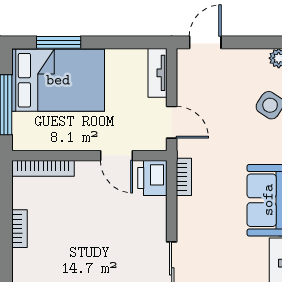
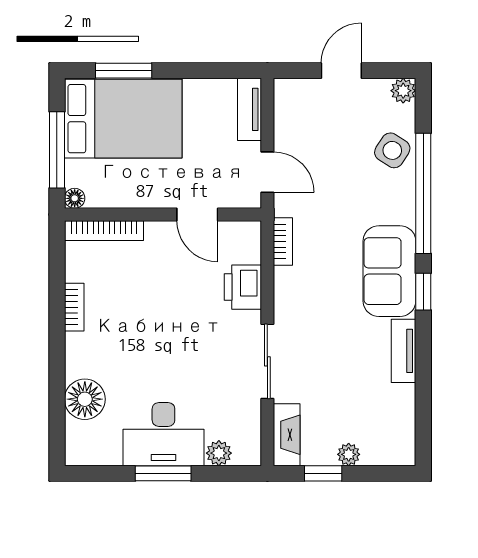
door: (205, 42) -> (341, 71), moved
floor lamp: (20, 143) -> (75, 198), added
printer: (152, 178) -> (243, 287), moved

